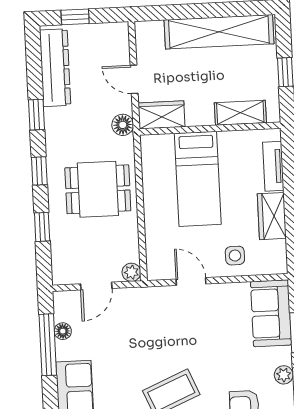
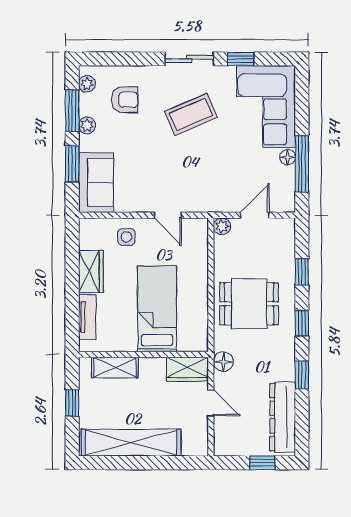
floor lamp: (63, 331) -> (288, 157), moved

